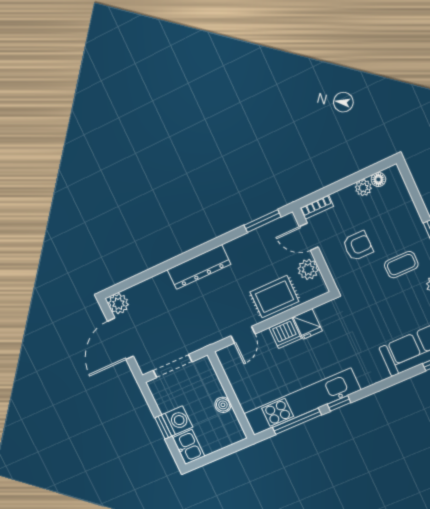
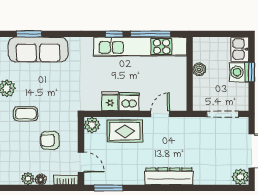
floor lamp: (378, 179) -> (41, 180), moved
plant: (308, 269) -> (92, 125), moved

